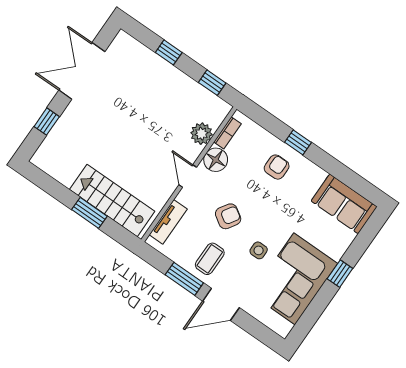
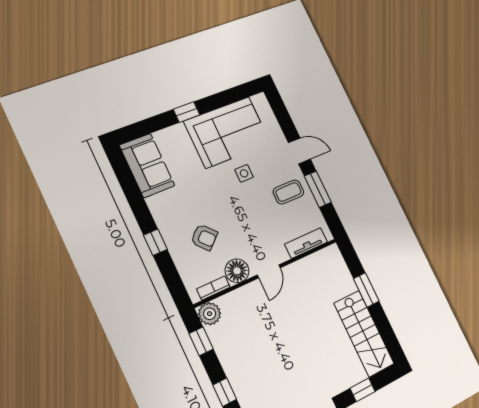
plant: (201, 134) -> (210, 314), moved
armchair: (277, 167) -> (204, 237), moved, turned -132
stairs: (112, 200) -> (364, 333), moved
armchair: (228, 216) -> (254, 217), removed
door: (221, 304) -> (299, 151), width x0.73

